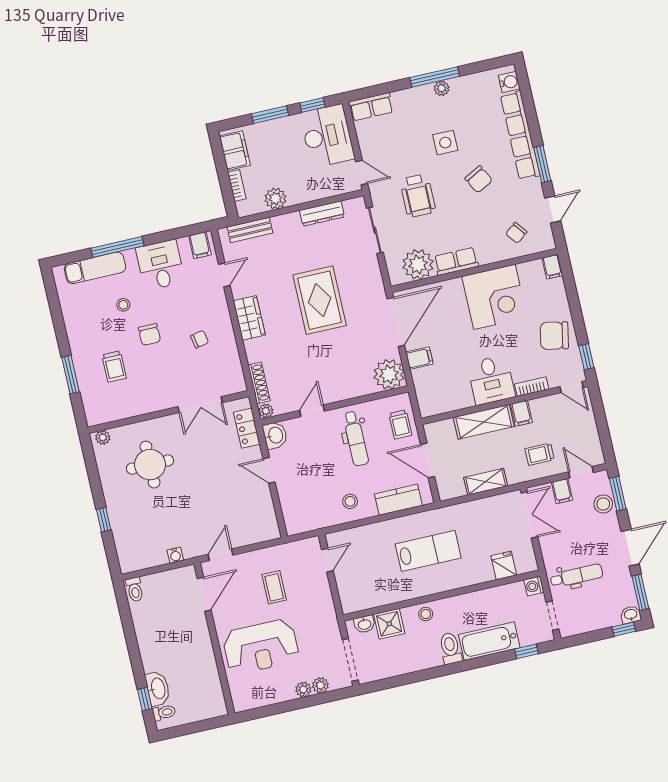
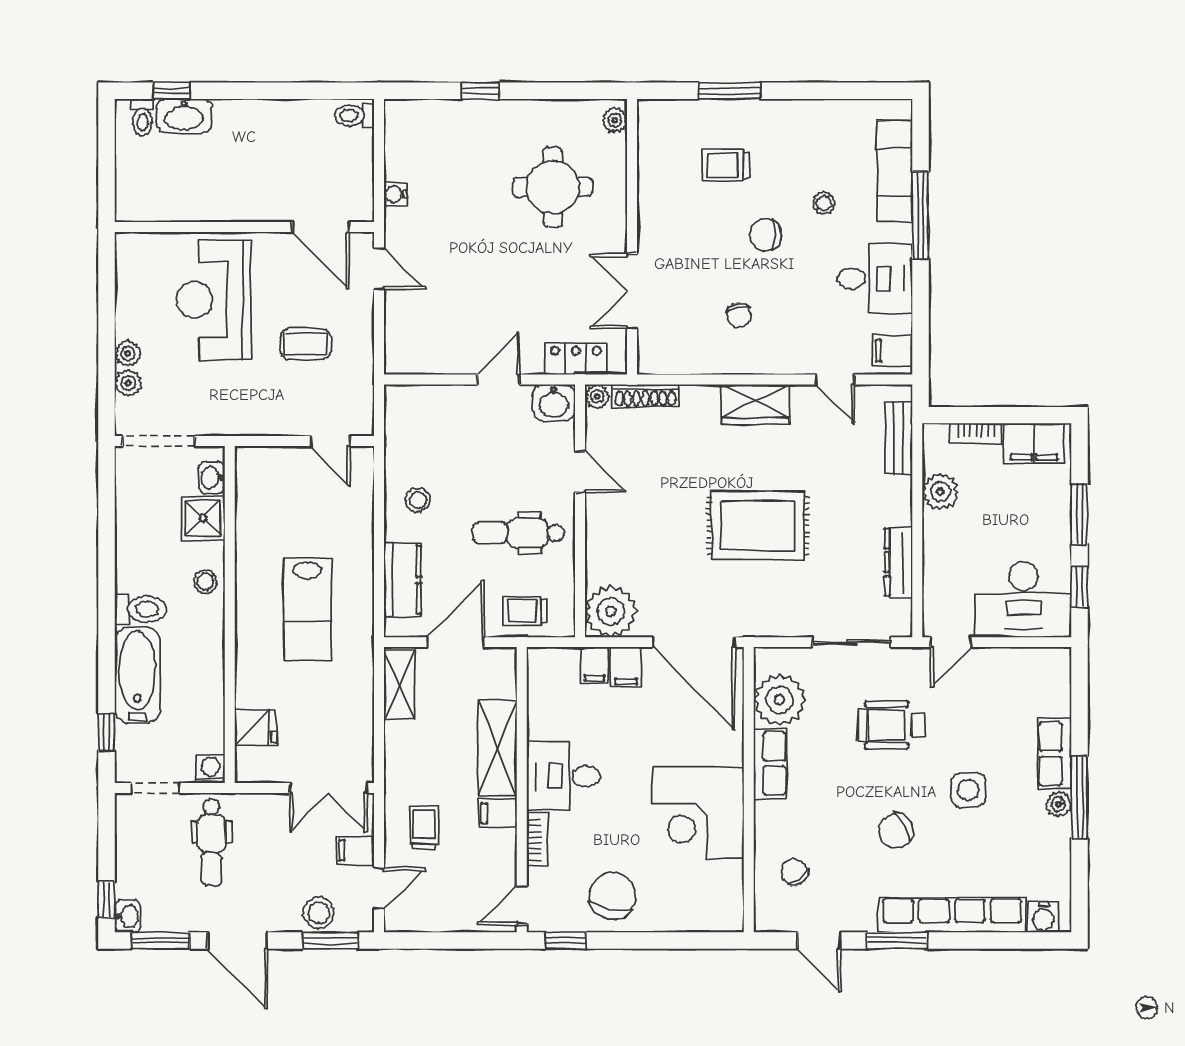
row of seats: (371, 107) -> (1055, 754), moved
filing cabinet: (552, 267) -> (594, 665), moved, turned -90
shelving: (486, 482) -> (399, 685), moved

